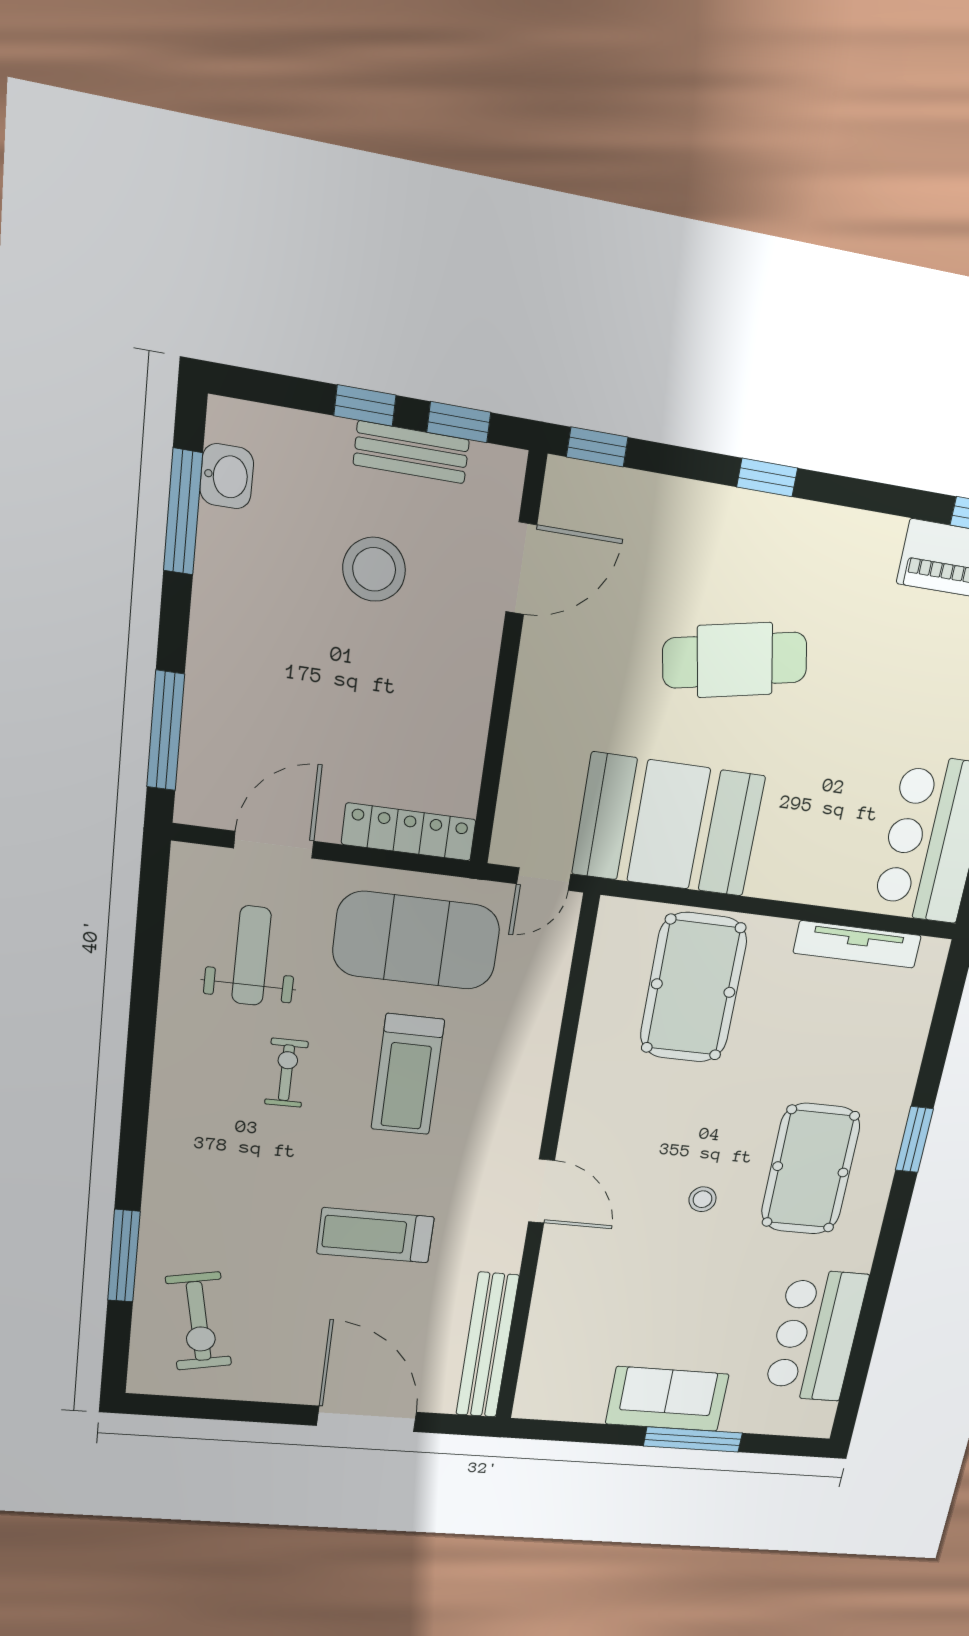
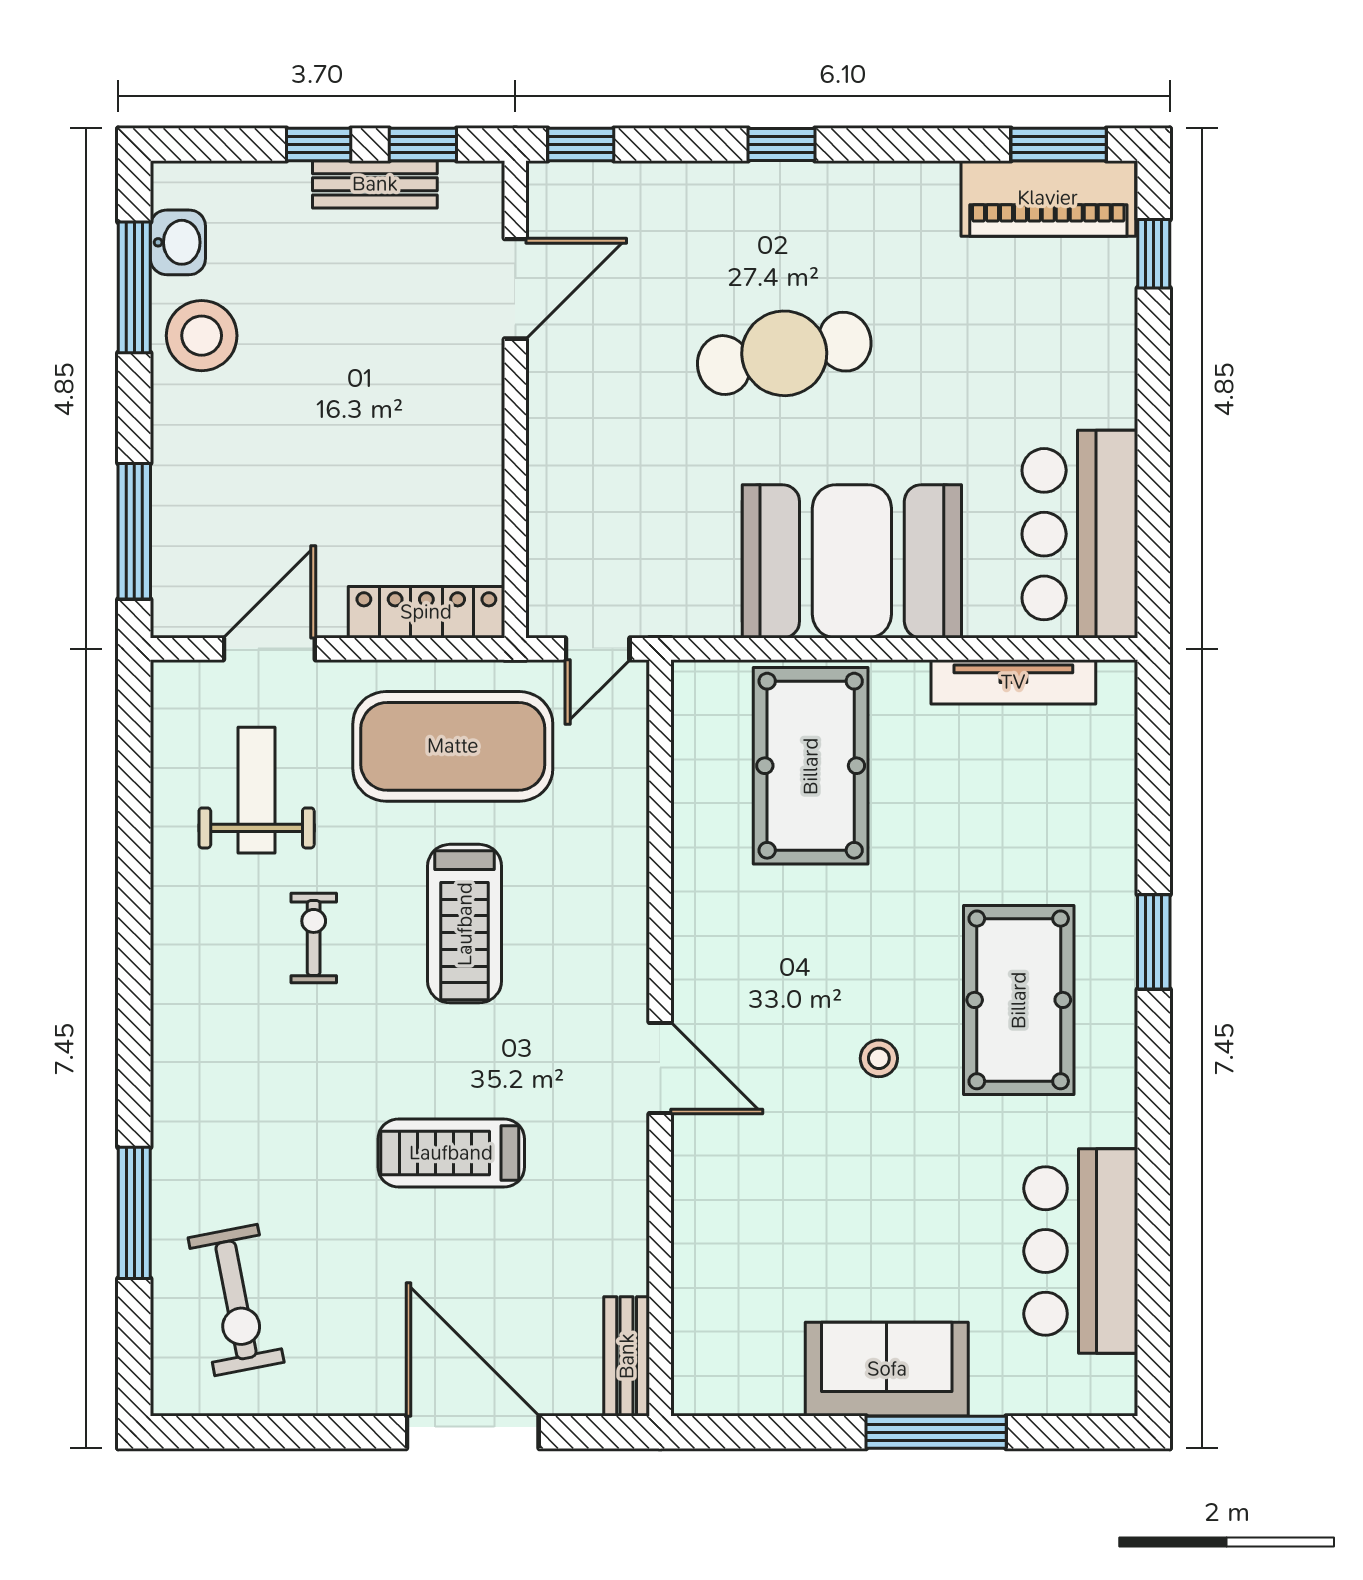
stool: (374, 569) -> (202, 336), moved
booth: (668, 825) -> (852, 561), moved
bench: (487, 1346) -> (627, 1356), width x0.54, depth x0.82

